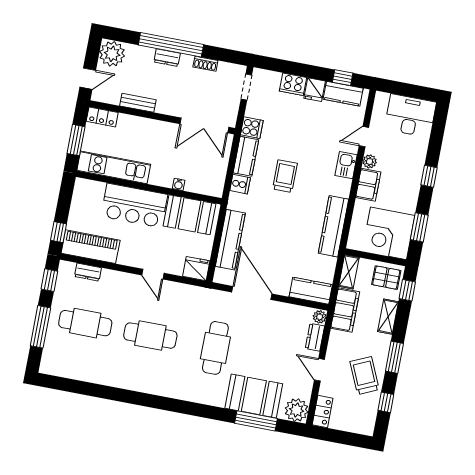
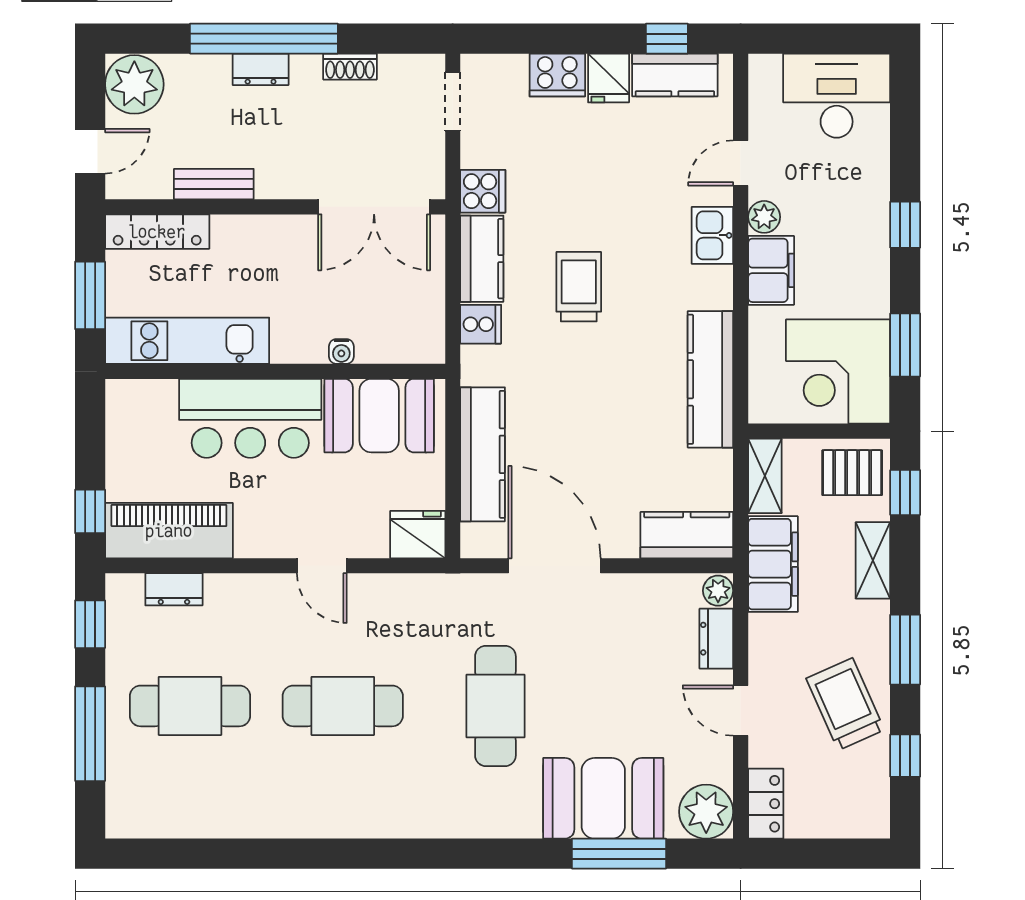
locker: (102, 117) -> (157, 232), width x1.53

